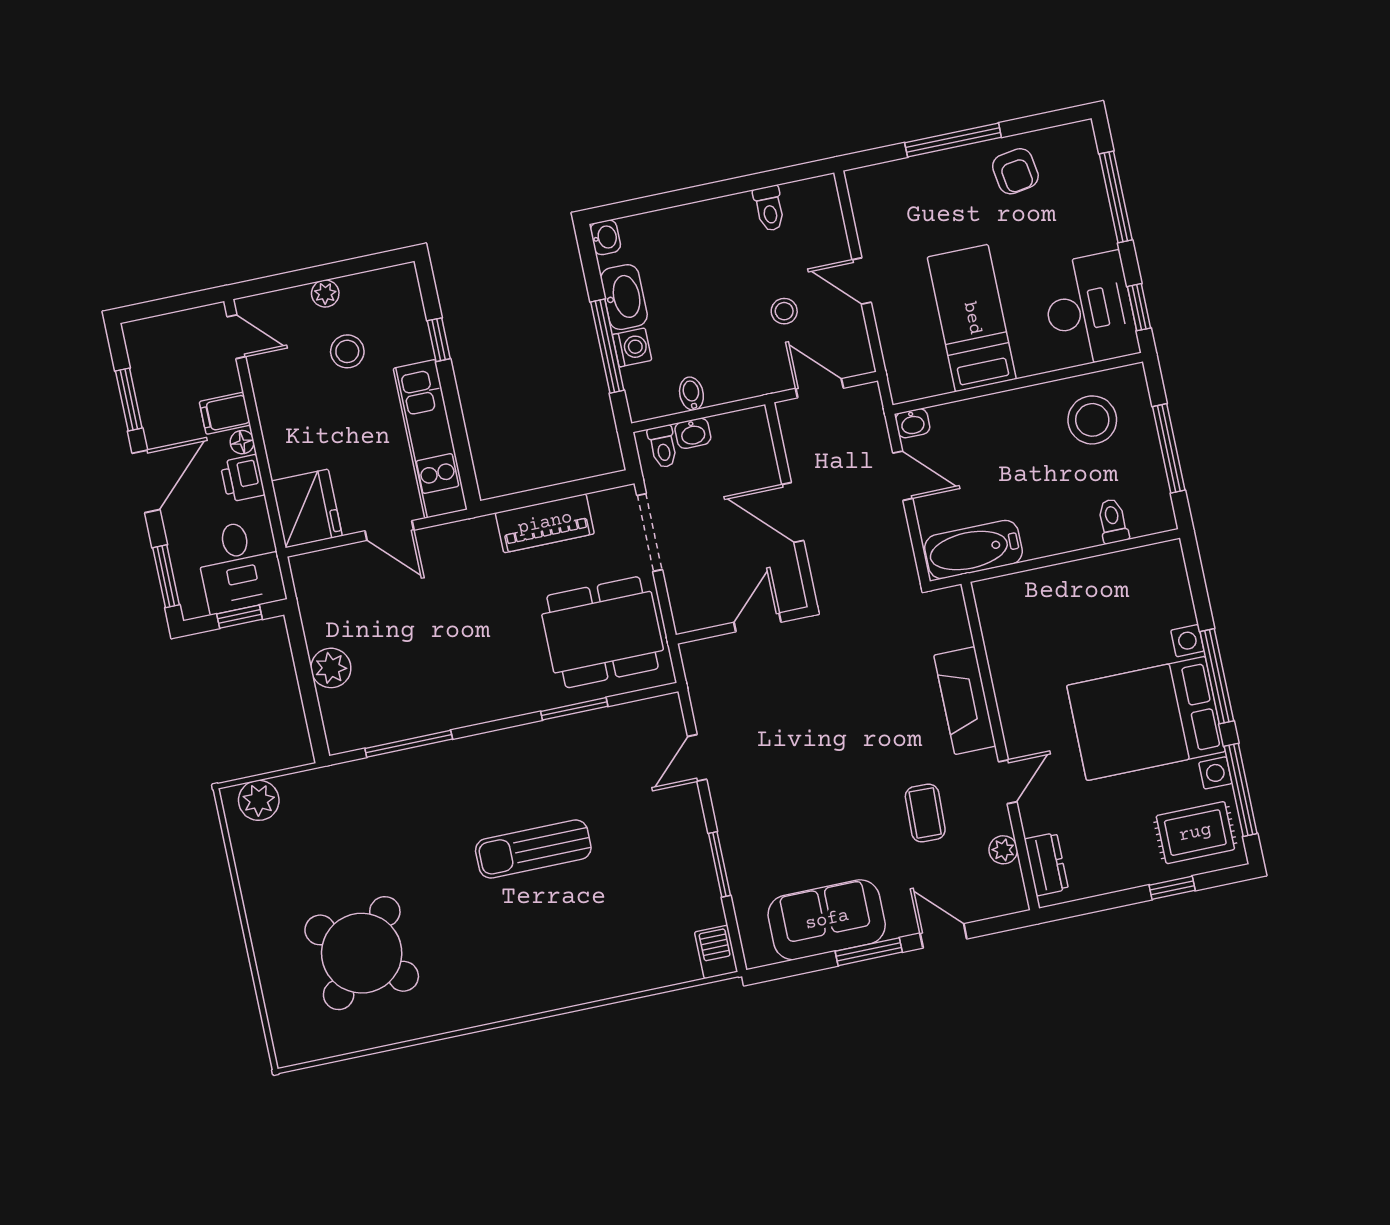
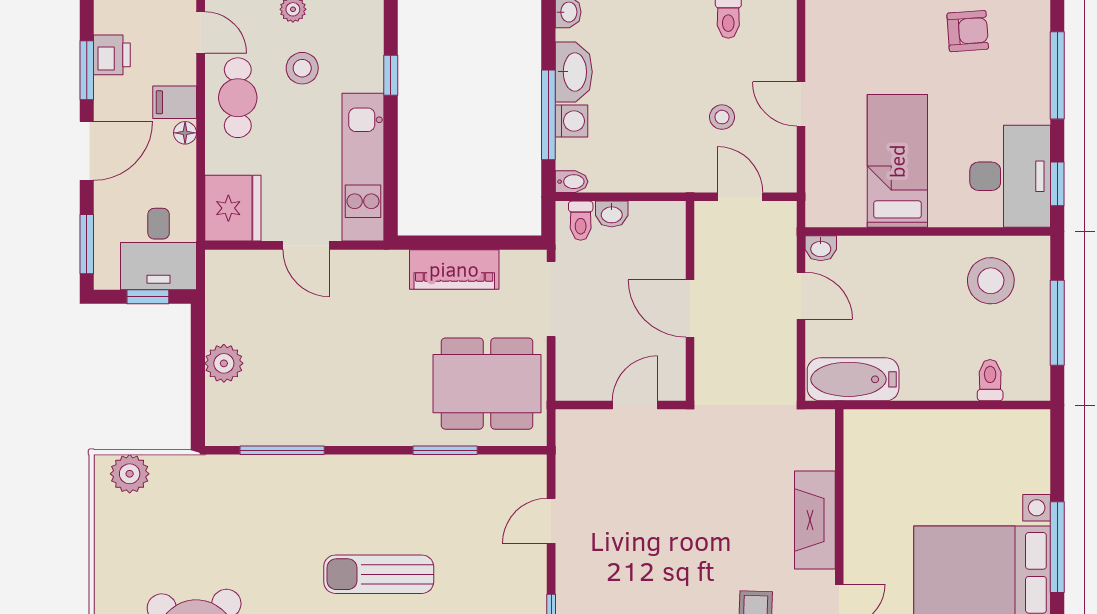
armchair: (1015, 171) -> (968, 31), turned -85
bidet: (691, 394) -> (572, 182), moved, turned 90
cafe table: (288, 395) -> (238, 98), added
printer: (242, 478) -> (112, 55), moved, turned 180

